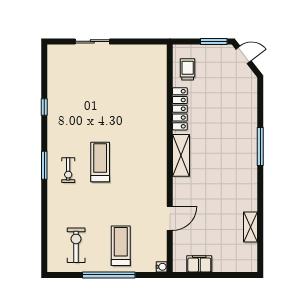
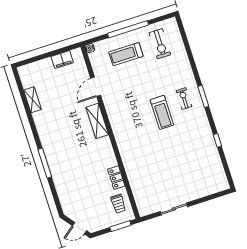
sliding door: (92, 41) -> (174, 209), moved
window: (214, 41) -> (120, 226), moved
locker: (180, 109) -> (116, 178), width x0.66
shelving: (181, 155) -> (97, 121), moved
treadmill: (121, 246) -> (126, 54), turned 90

